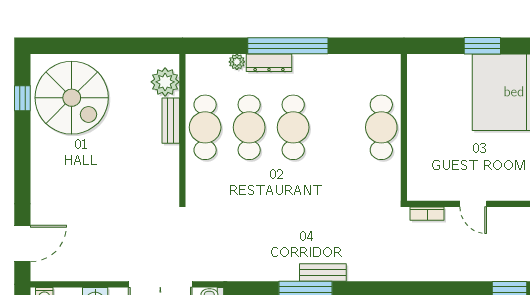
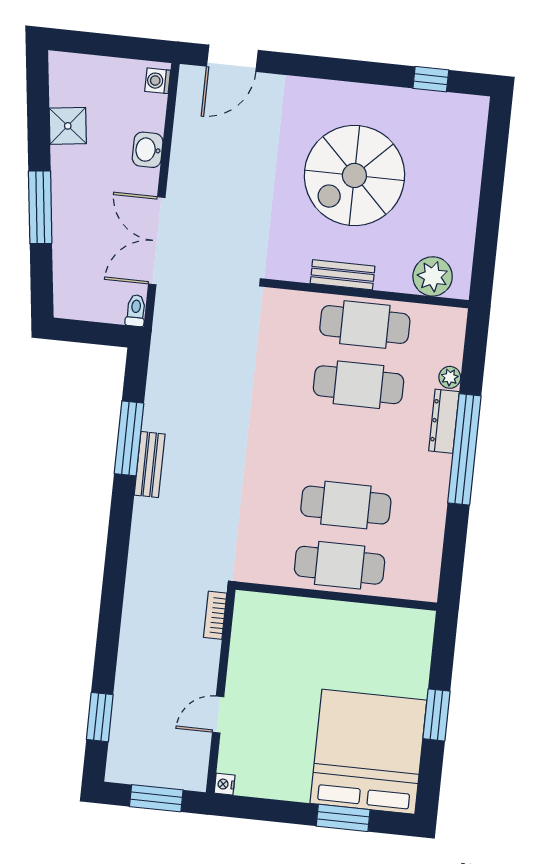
spiral stairs: (72, 98) -> (354, 175), moved
bench: (171, 121) -> (343, 275), moved
cafe table: (293, 127) -> (346, 505), moved
door: (473, 204) -> (218, 715), moved
door: (22, 244) -> (232, 58), hinge flipped

